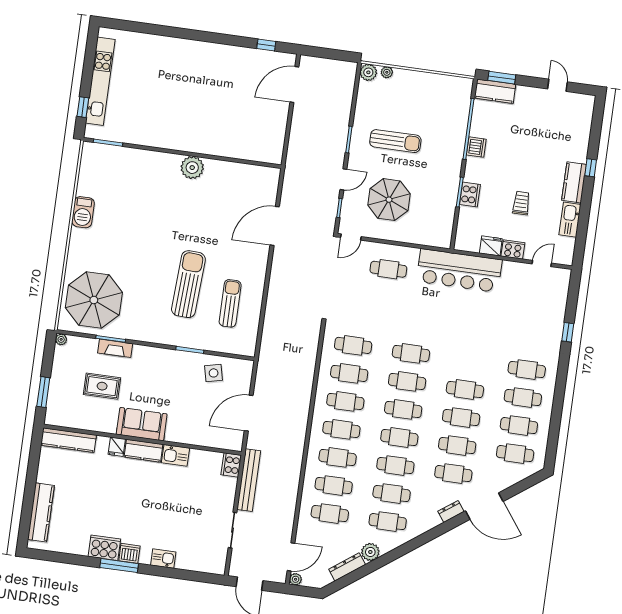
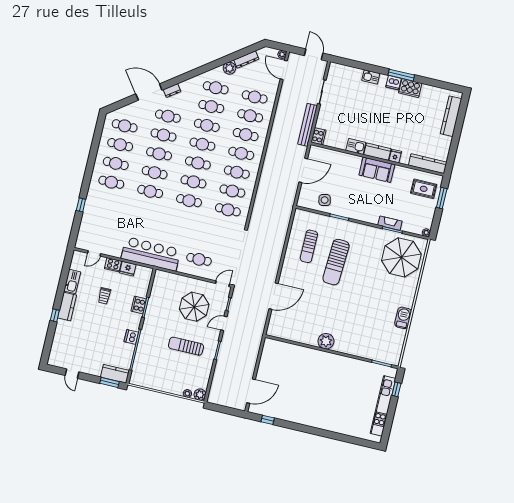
cafe table: (469, 361) -> (150, 191), added
rug: (102, 386) -> (424, 189), moved
door: (291, 557) -> (284, 70), hinge flipped

